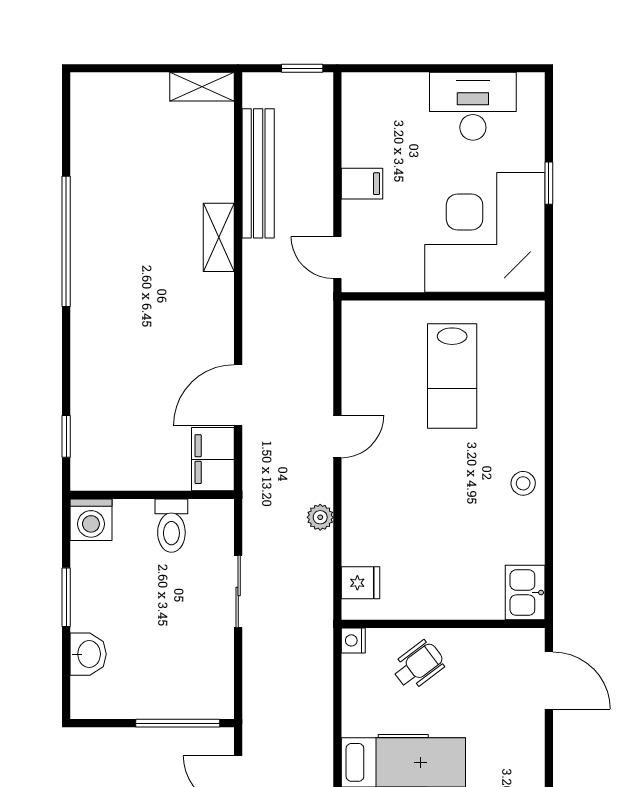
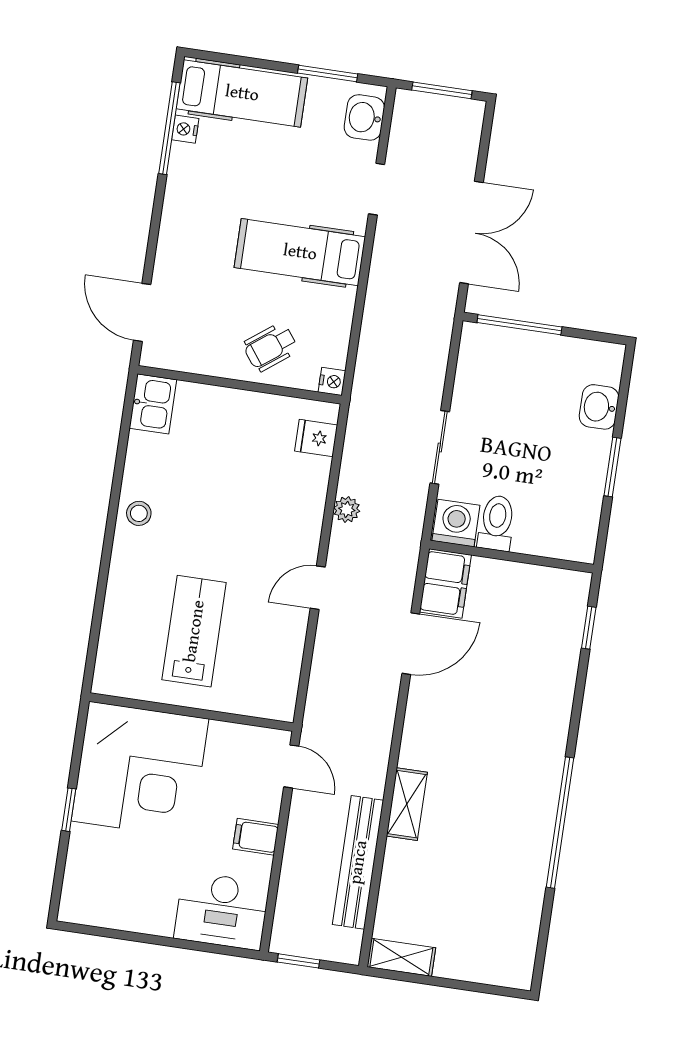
desk: (473, 106) -> (222, 911), moved
washing machine: (91, 520) -> (456, 523), moved

